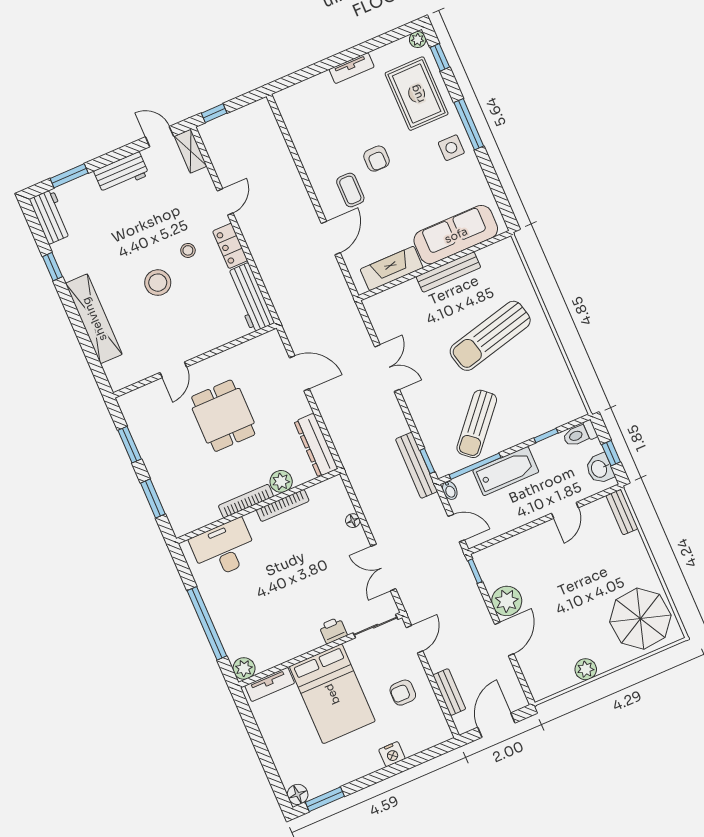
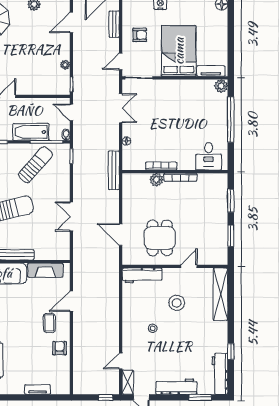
tv unit: (352, 68) -> (38, 389), moved
armchair: (376, 159) -> (60, 348), moved
workbench: (121, 173) -> (176, 387), width x1.37
door: (225, 202) -> (121, 361), moved
workbench: (51, 217) -> (220, 374), width x1.38
locker: (230, 246) -> (128, 321), removed
stool: (158, 283) -> (177, 303), moved
workbench: (250, 298) -> (142, 275), moved, turned 90
shelving: (94, 319) -> (221, 294), moved
dining table: (223, 416) -> (160, 238), moved
dresser: (316, 445) -> (129, 191), removed
bench: (416, 465) -> (114, 170), moved
desk: (224, 549) -> (209, 156), width x0.73
plant: (507, 601) -> (65, 65), width x0.53, depth x0.53
printer: (333, 630) -> (163, 86), removed
door: (504, 639) -> (71, 22), moved

